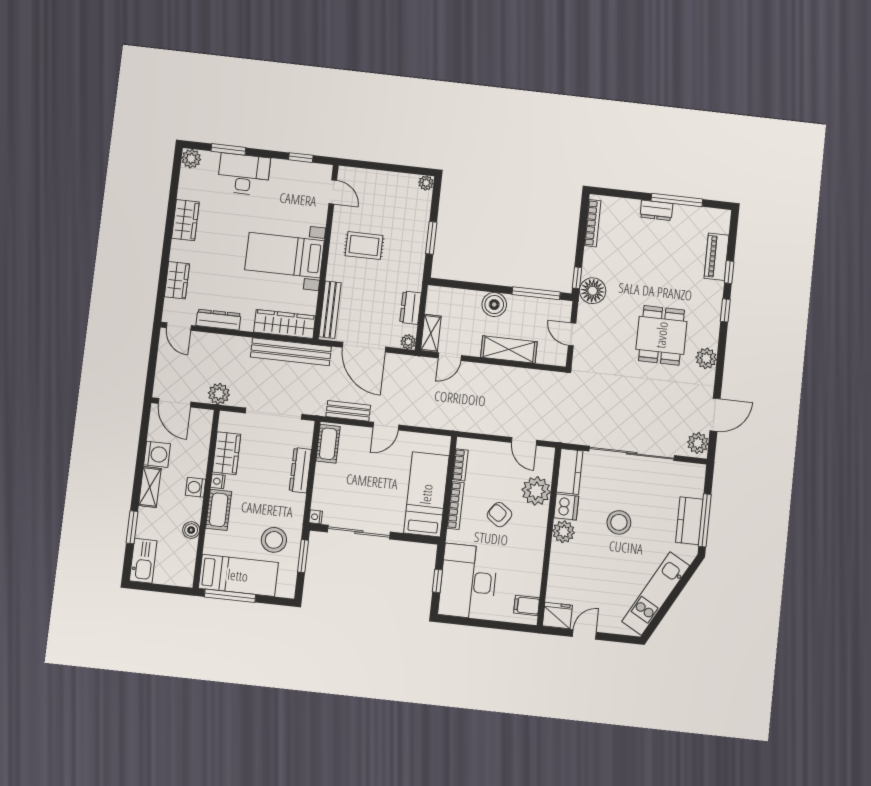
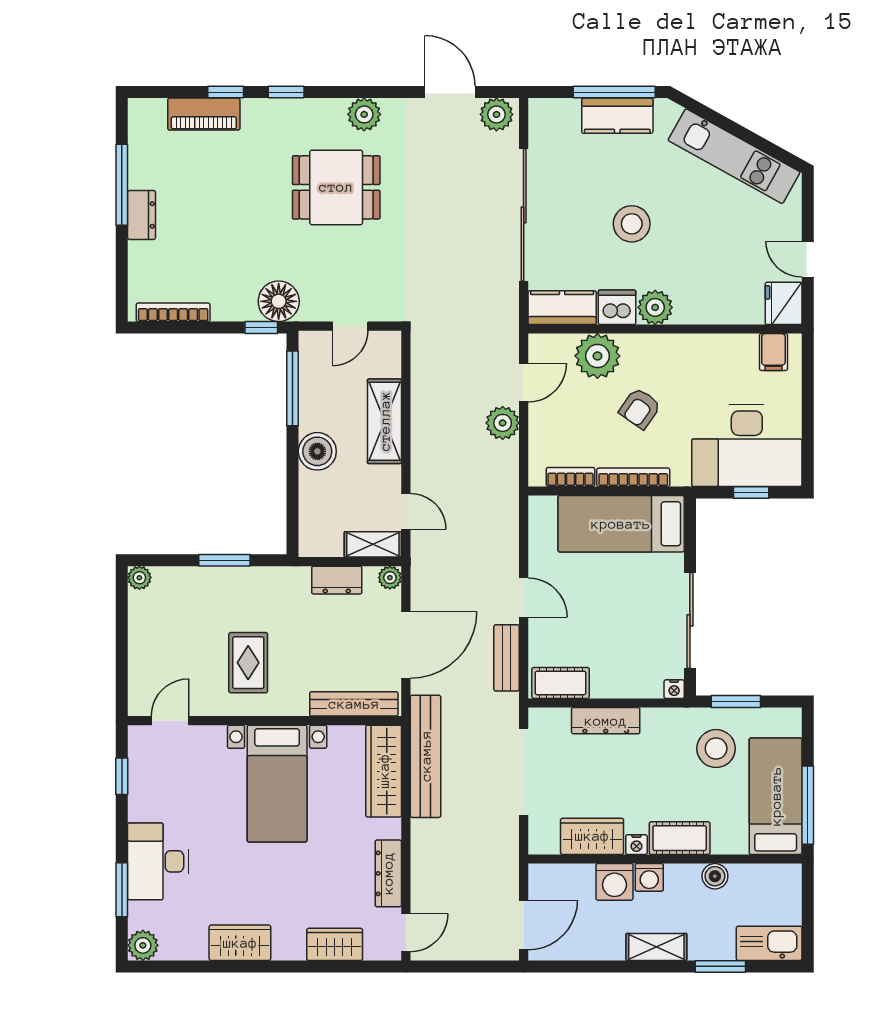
plant: (219, 394) -> (503, 423), moved
washing machine: (157, 454) -> (614, 882), moved, turned 180

